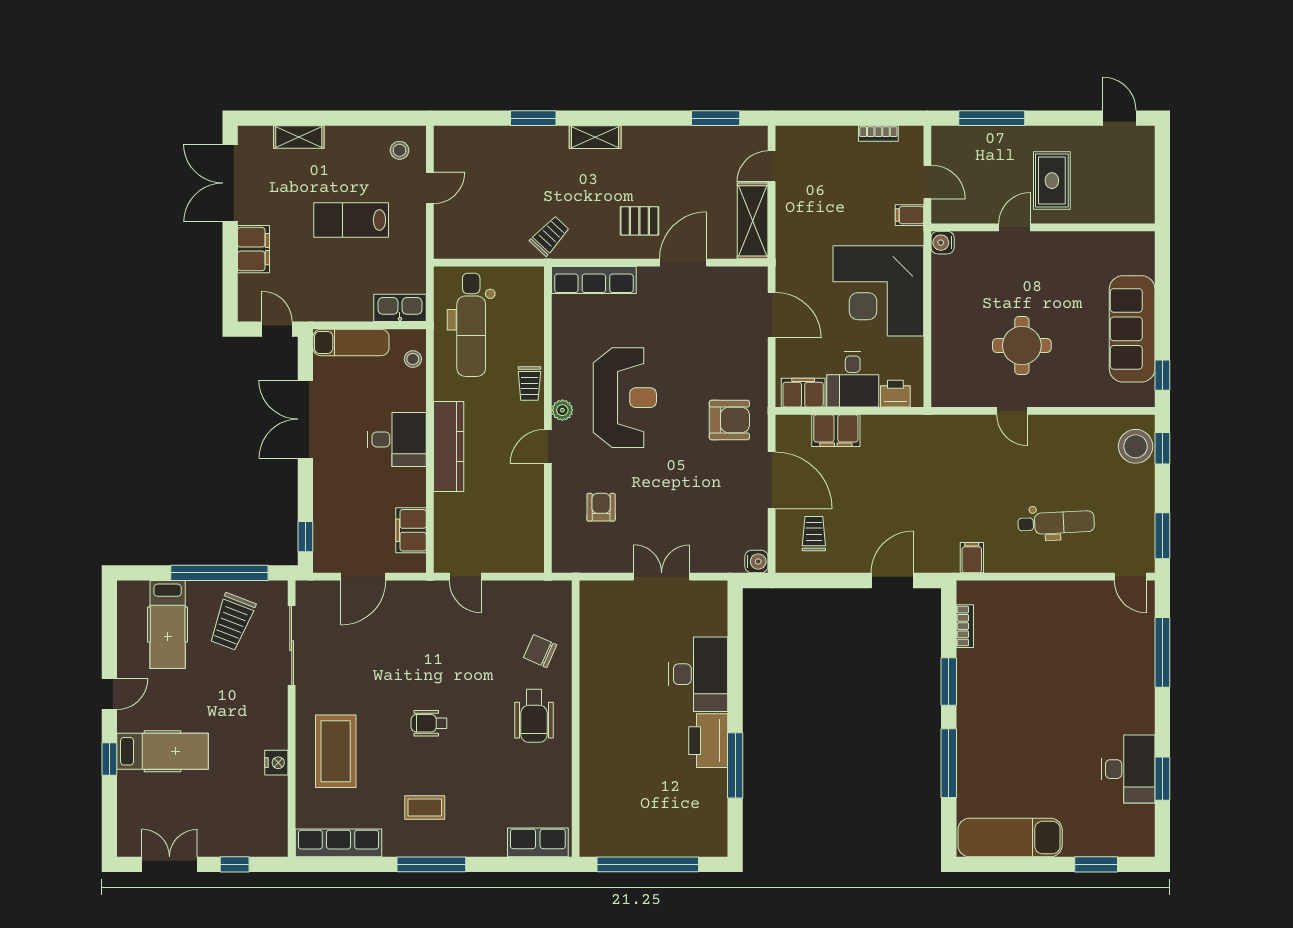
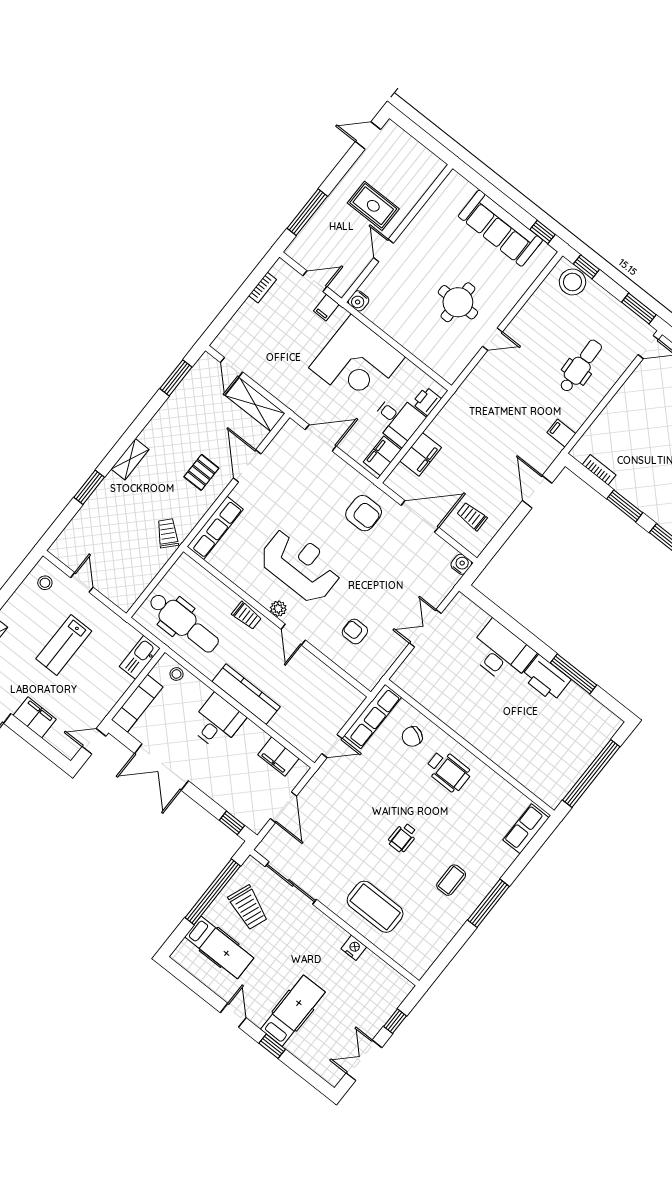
armchair: (729, 420) -> (364, 513), turned 90
row of seats: (339, 843) -> (373, 716), moved, turned 180

